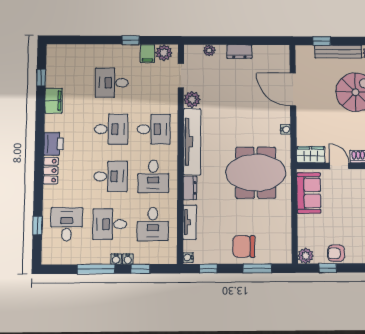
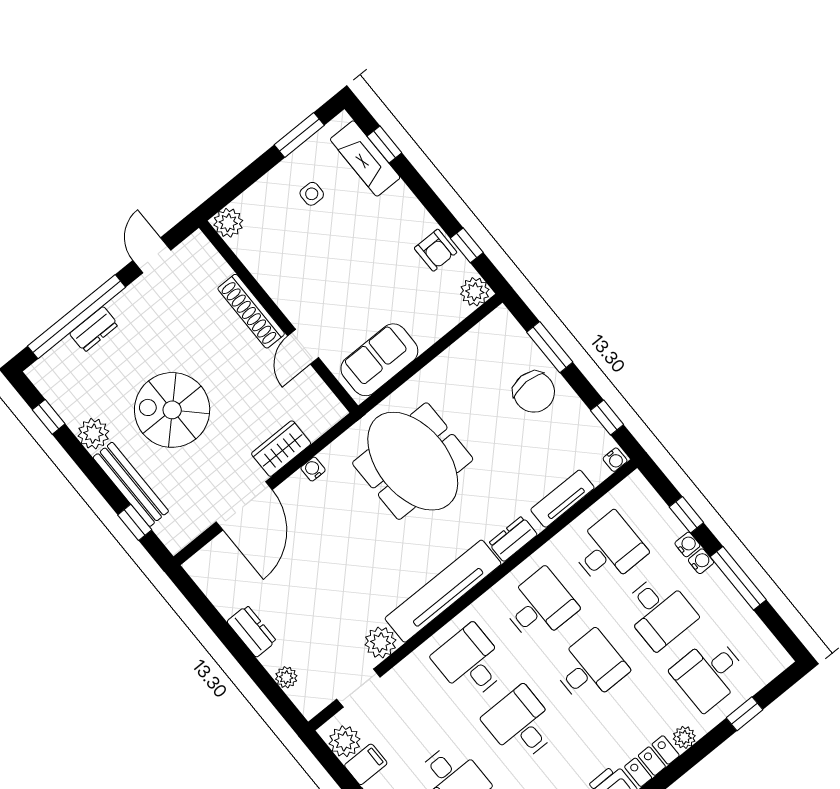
wardrobe: (311, 155) -> (281, 449), moved, turned 90
desk: (110, 176) -> (590, 668), turned 90
plant: (49, 192) -> (684, 737), added

